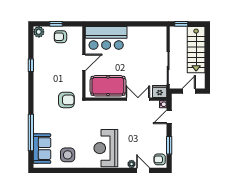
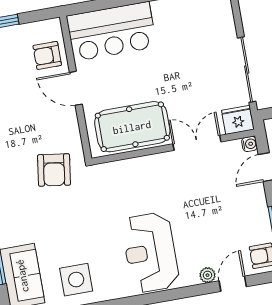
armchair: (60, 37) -> (47, 55), moved
door: (84, 62) -> (76, 88), swing flipped
armchair: (66, 100) -> (54, 170), turned 98
door: (143, 170) -> (233, 284), hinge flipped

